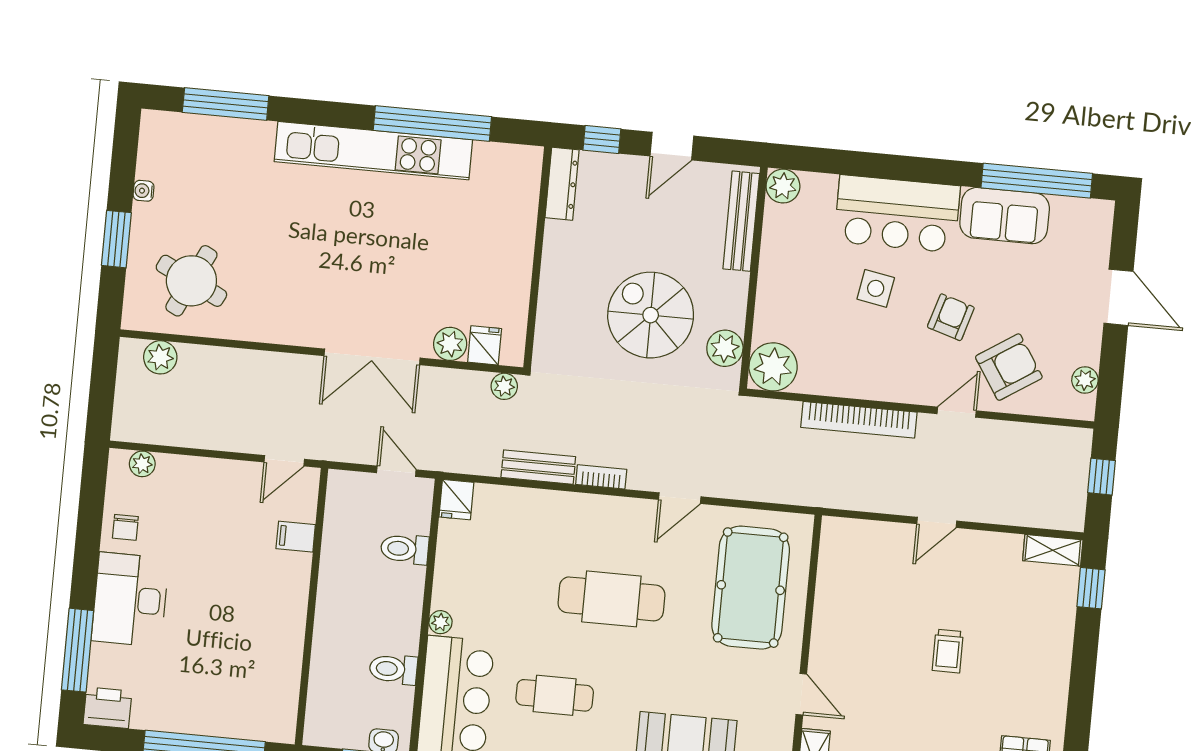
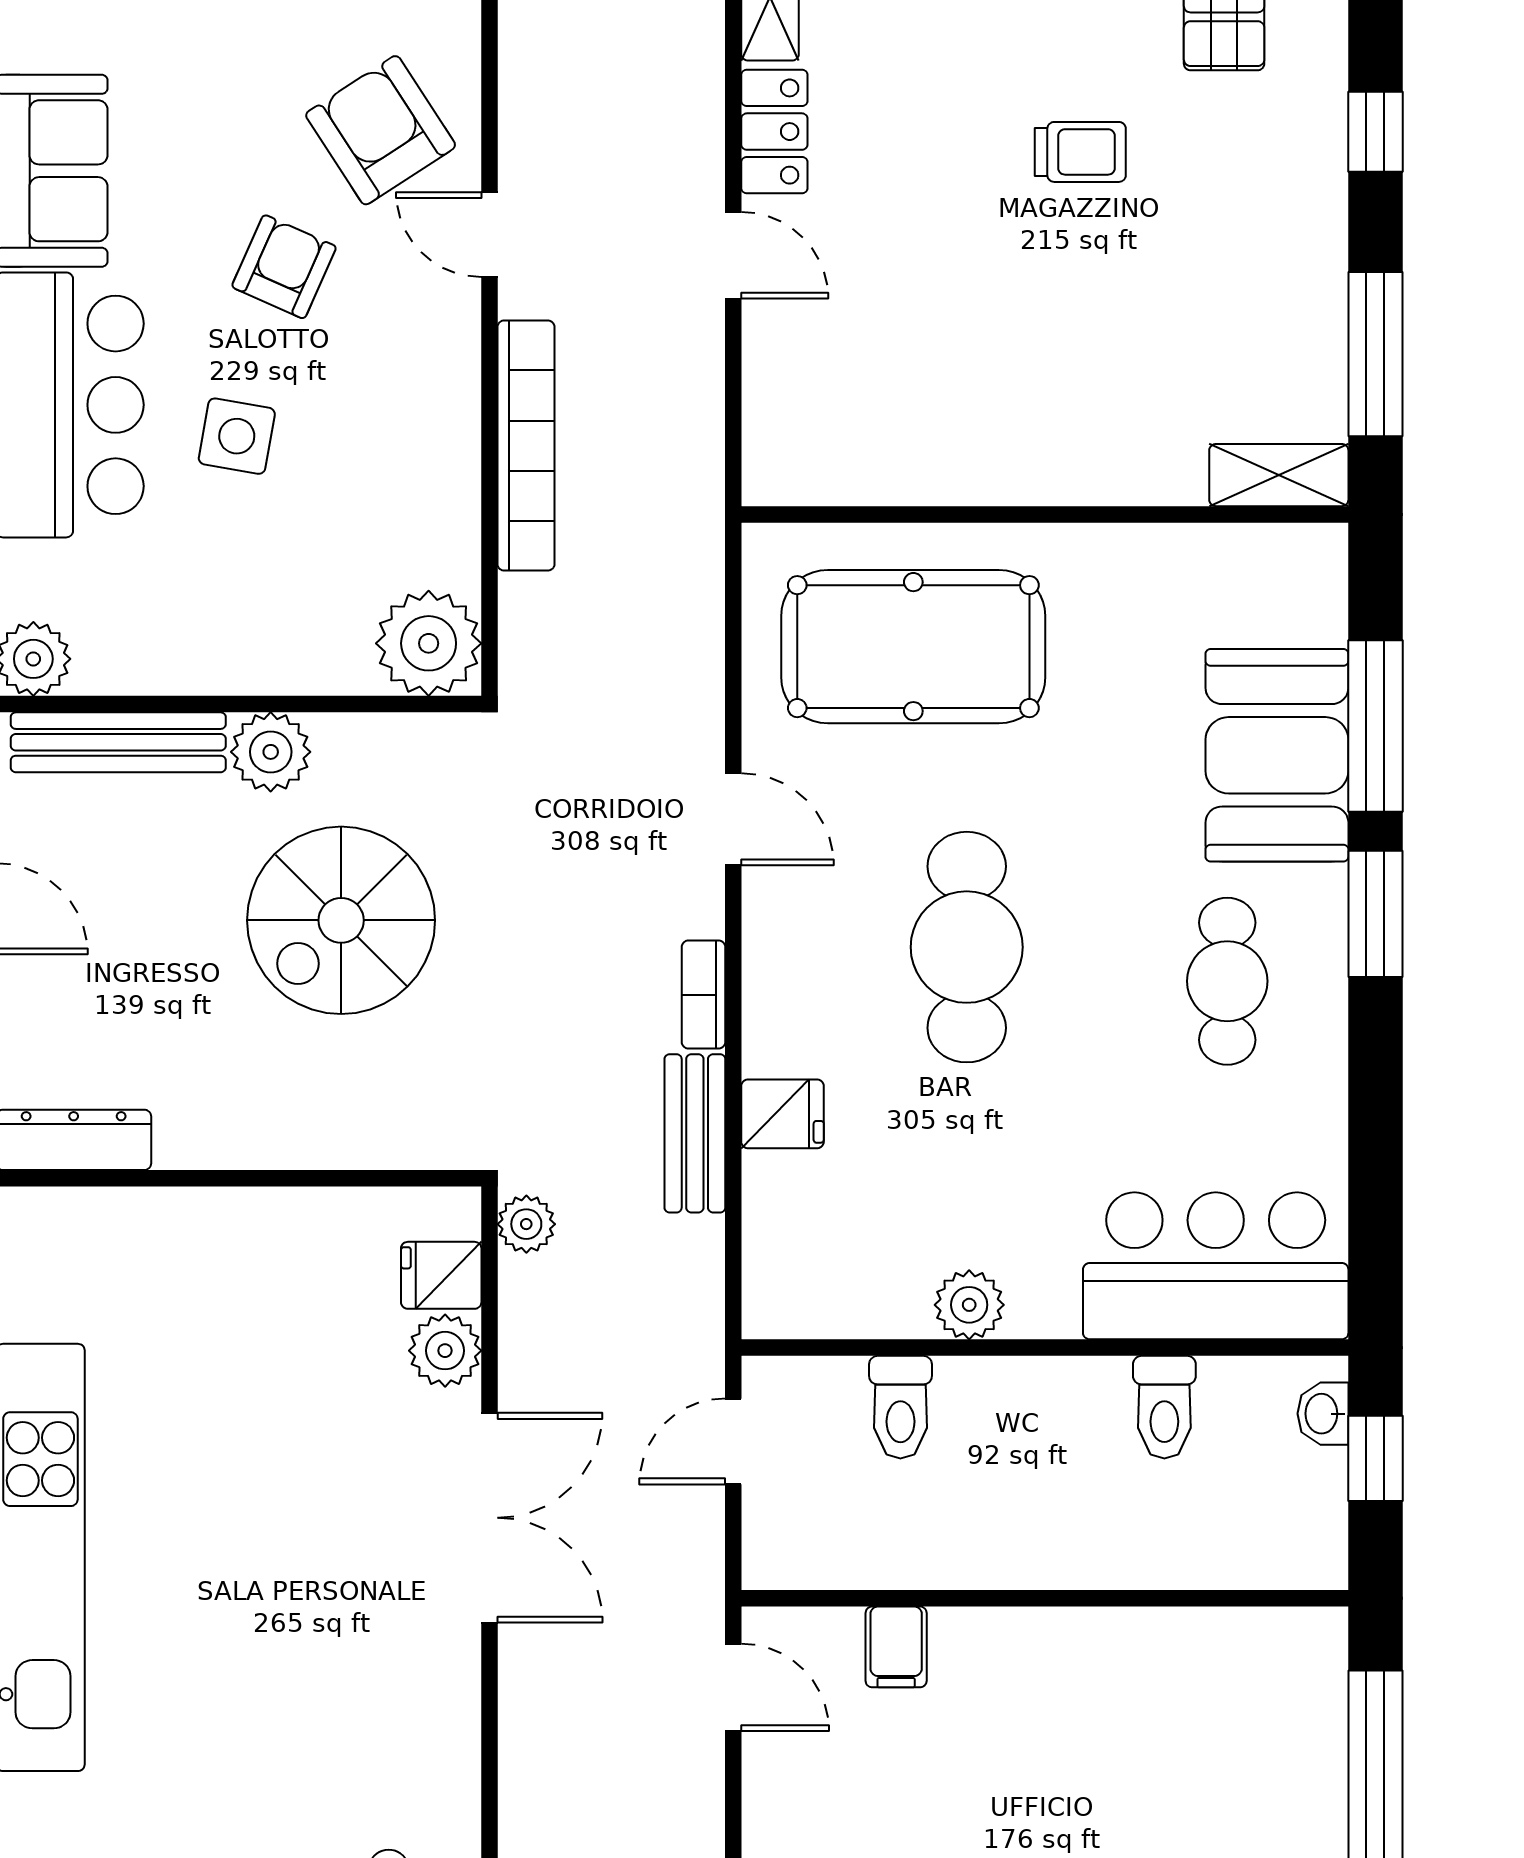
armchair: (951, 317) -> (284, 267), turned 97
plant: (725, 348) -> (271, 752), moved
fridge: (456, 500) -> (782, 1114), moved
locker: (991, 546) -> (774, 132), added
plant: (440, 622) -> (969, 1305), moved, width x1.38, depth x1.38
trolley: (948, 651) -> (1080, 152), moved
door: (801, 694) -> (1135, 514), removed
cafe table: (555, 695) -> (1227, 981), moved

